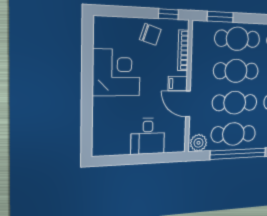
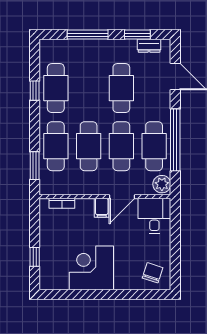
window: (169, 14) -> (35, 257), moved
chair: (150, 34) -> (153, 273), moved
bookcase: (183, 50) -> (62, 203), width x0.64
desk: (148, 136) -> (154, 216), moved, turned -90

